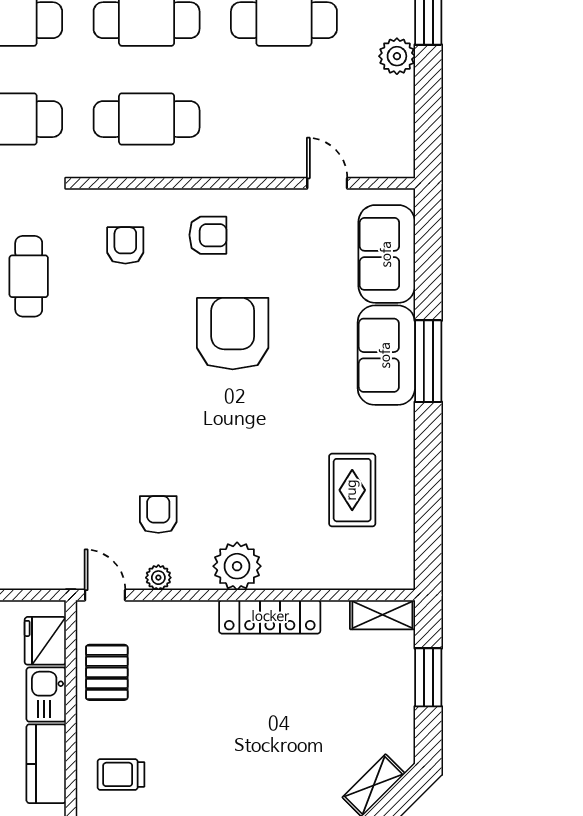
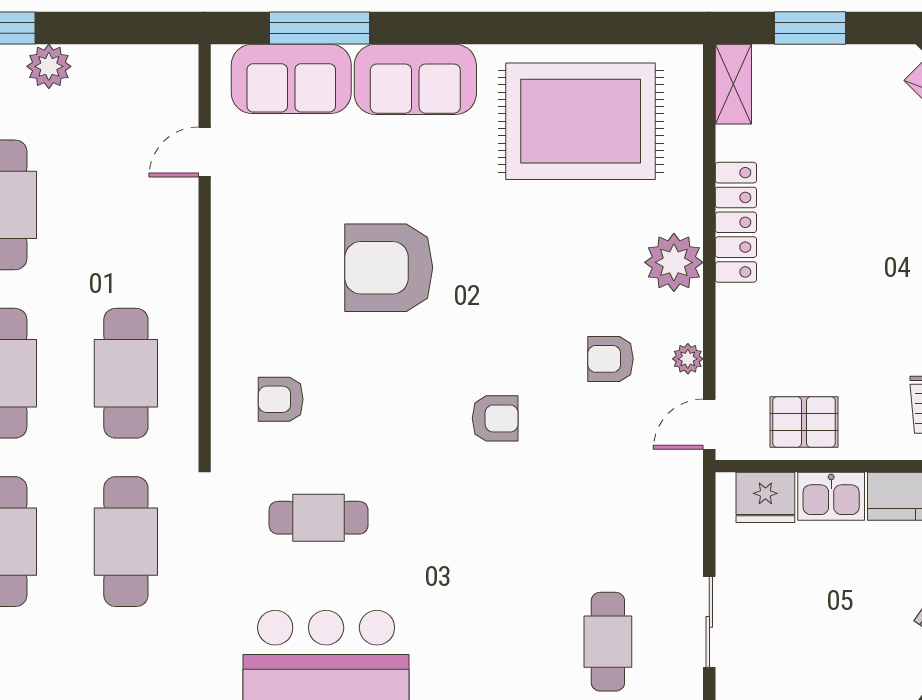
armchair: (208, 235) -> (495, 418), moved, turned 90
window: (428, 361) -> (319, 28), moved
rug: (352, 490) -> (581, 121), width x1.86, depth x2.06

